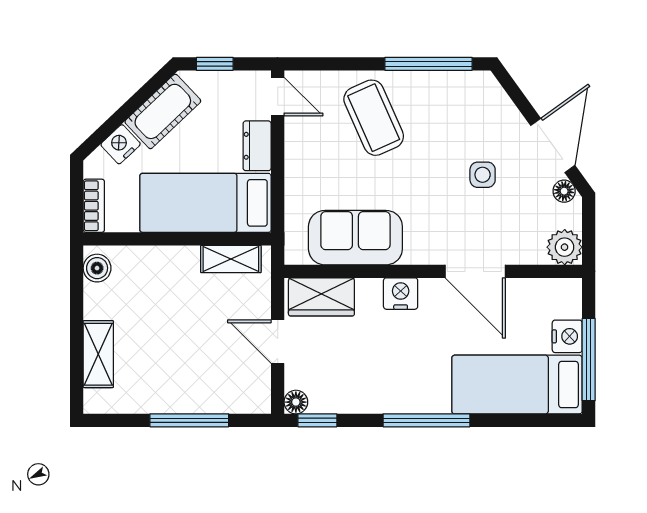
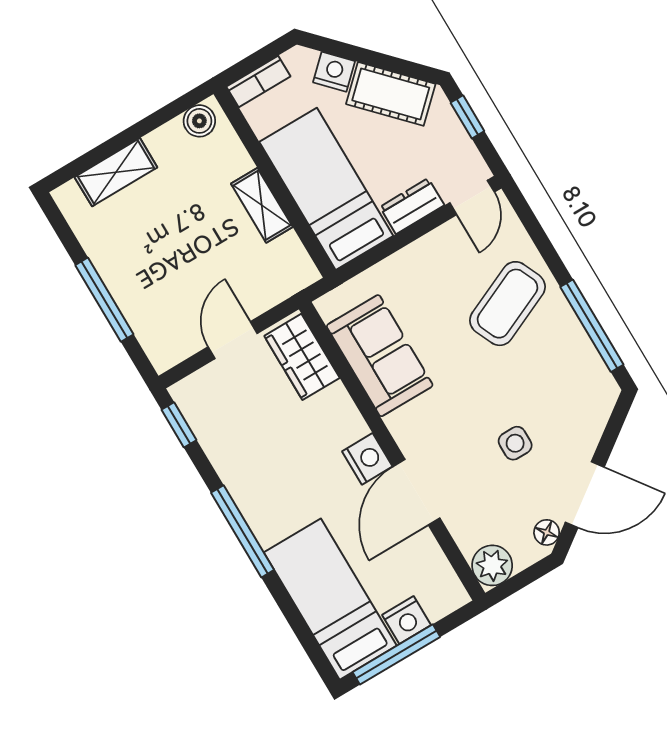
shelving: (231, 259) -> (262, 205), moved
nightstand: (401, 294) -> (367, 459), moved
floor lamp: (296, 402) -> (184, 393), removed

